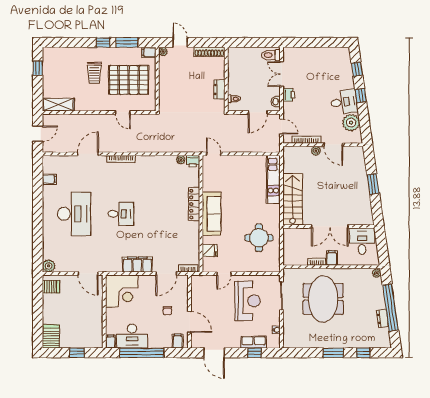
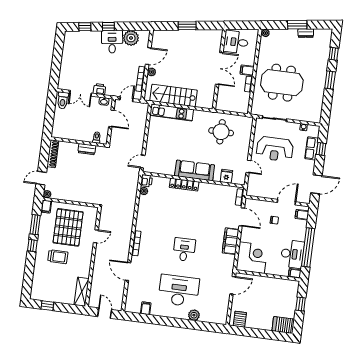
stairs: (293, 199) -> (174, 96), moved
plant: (49, 266) -> (194, 315), moved
reception desk: (247, 301) -> (275, 149), turned 180
window: (391, 308) -> (297, 25), width x0.47

